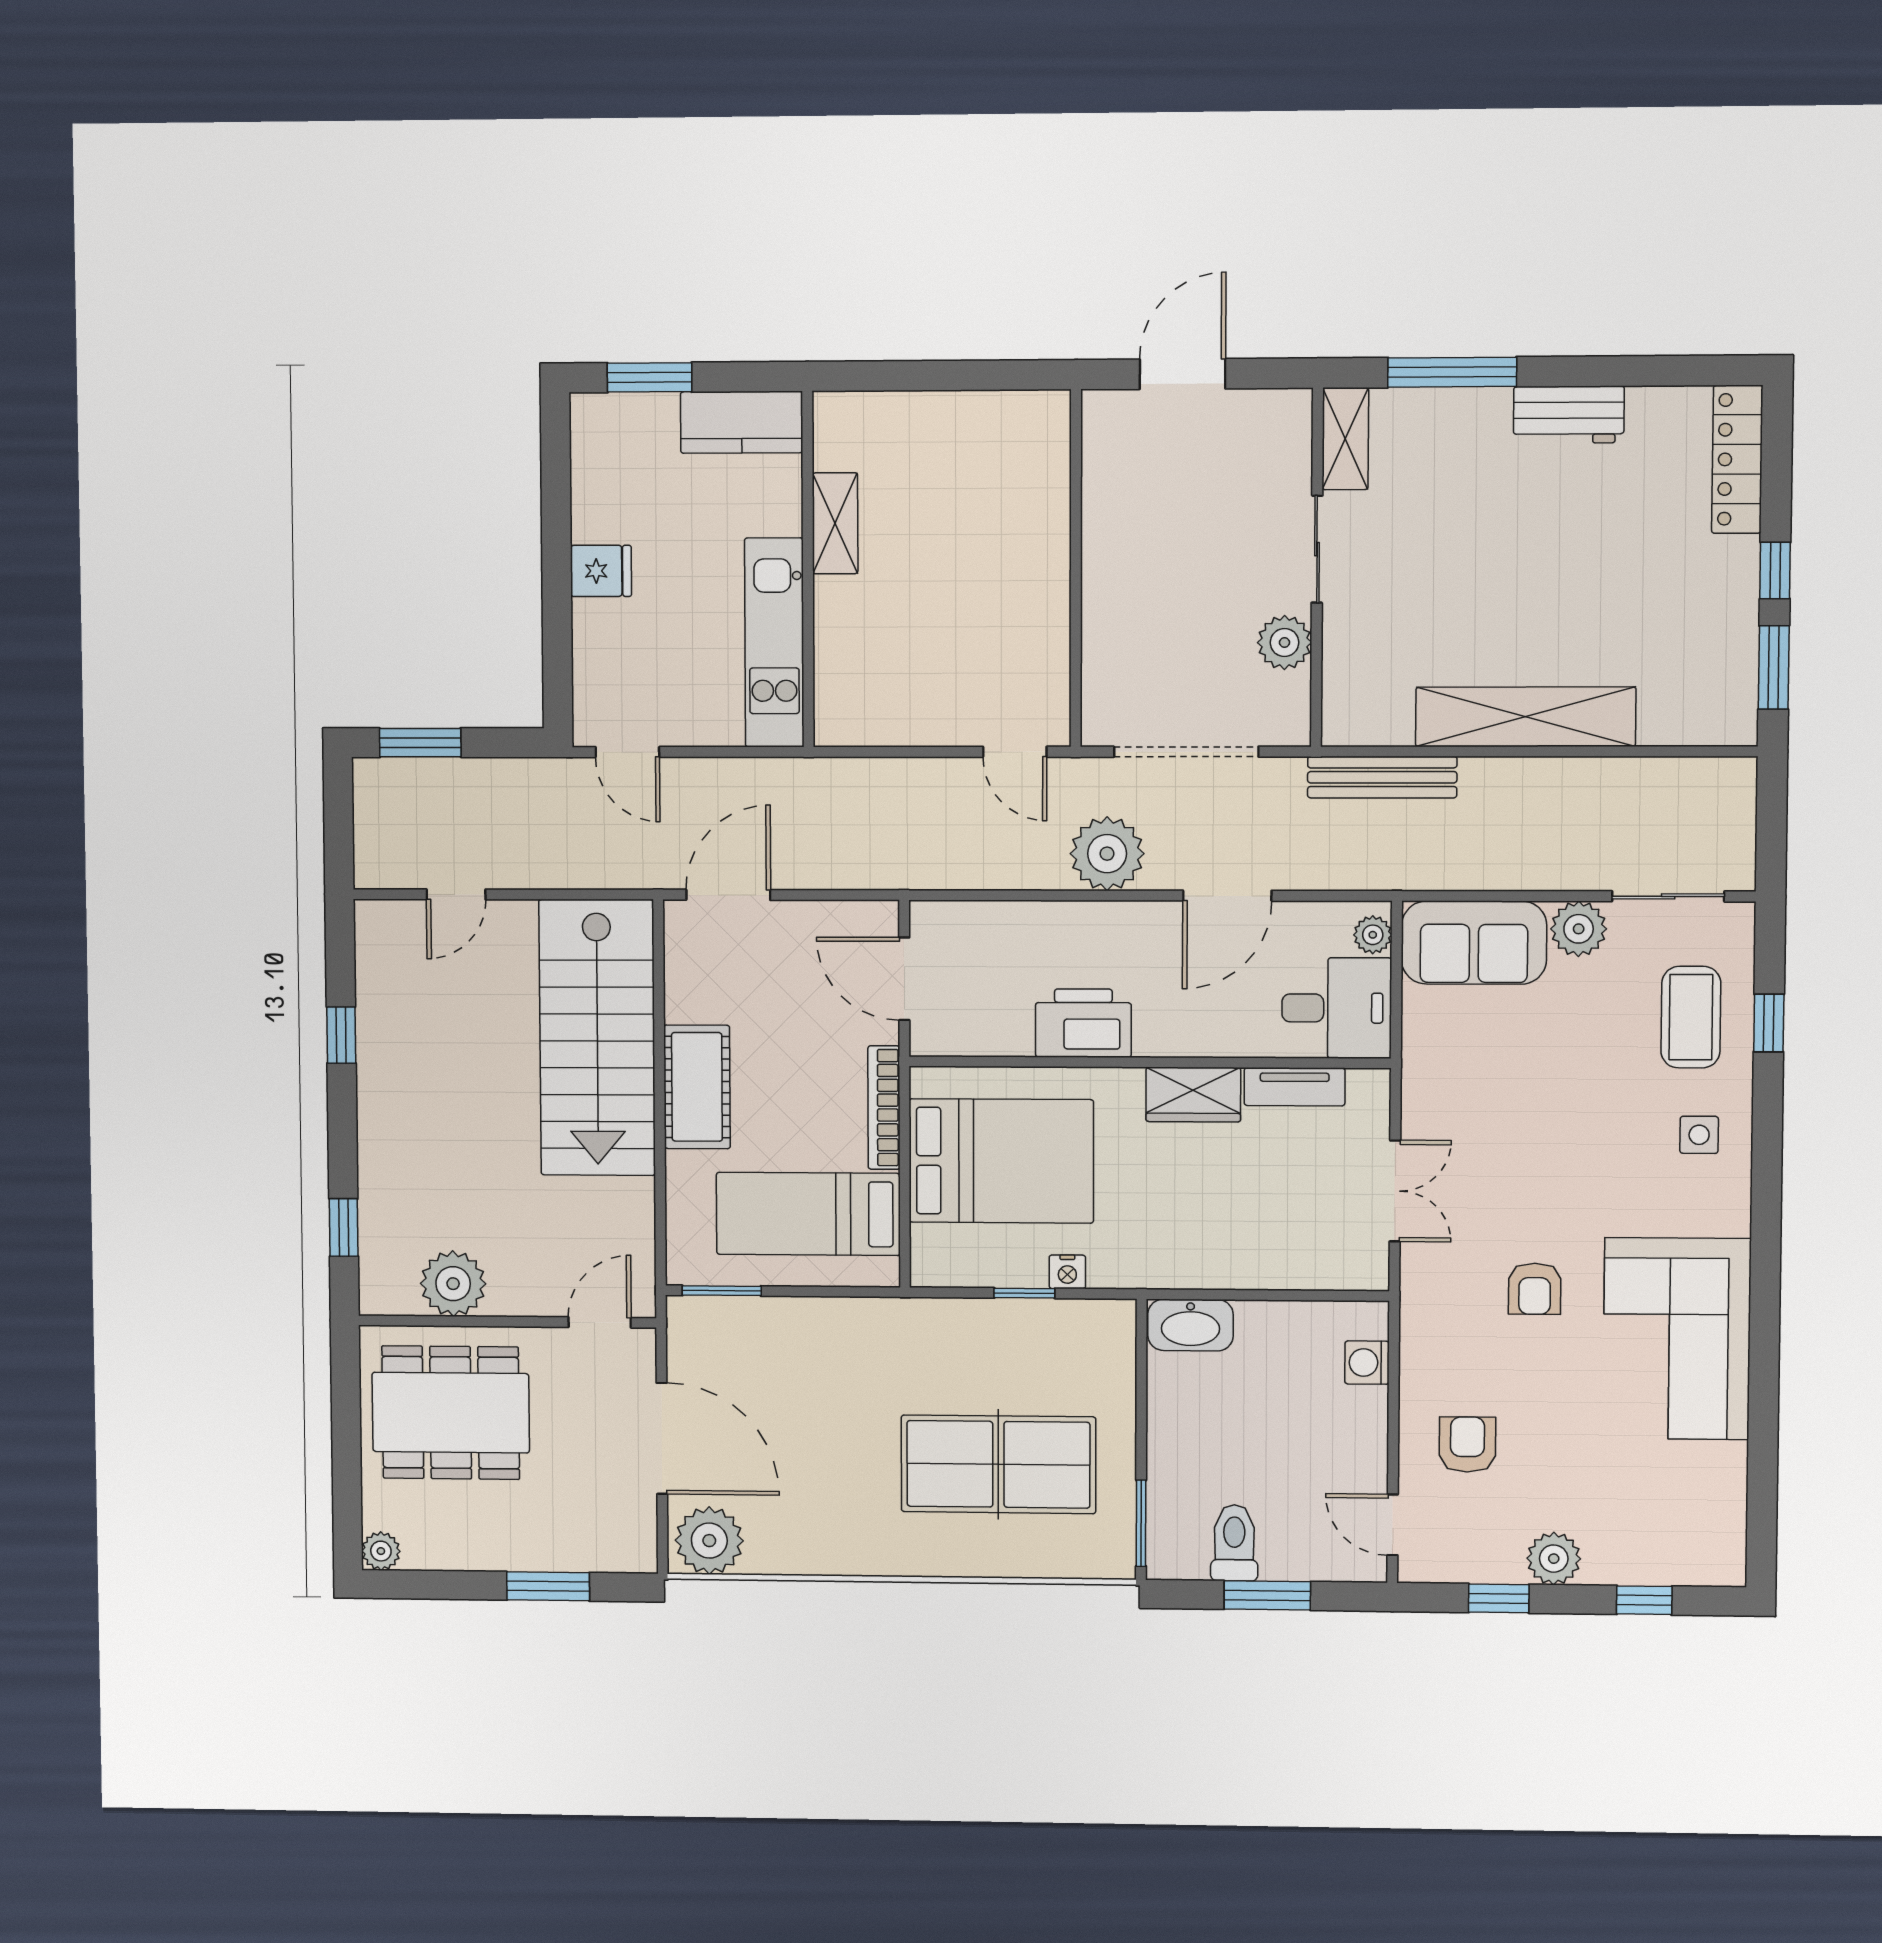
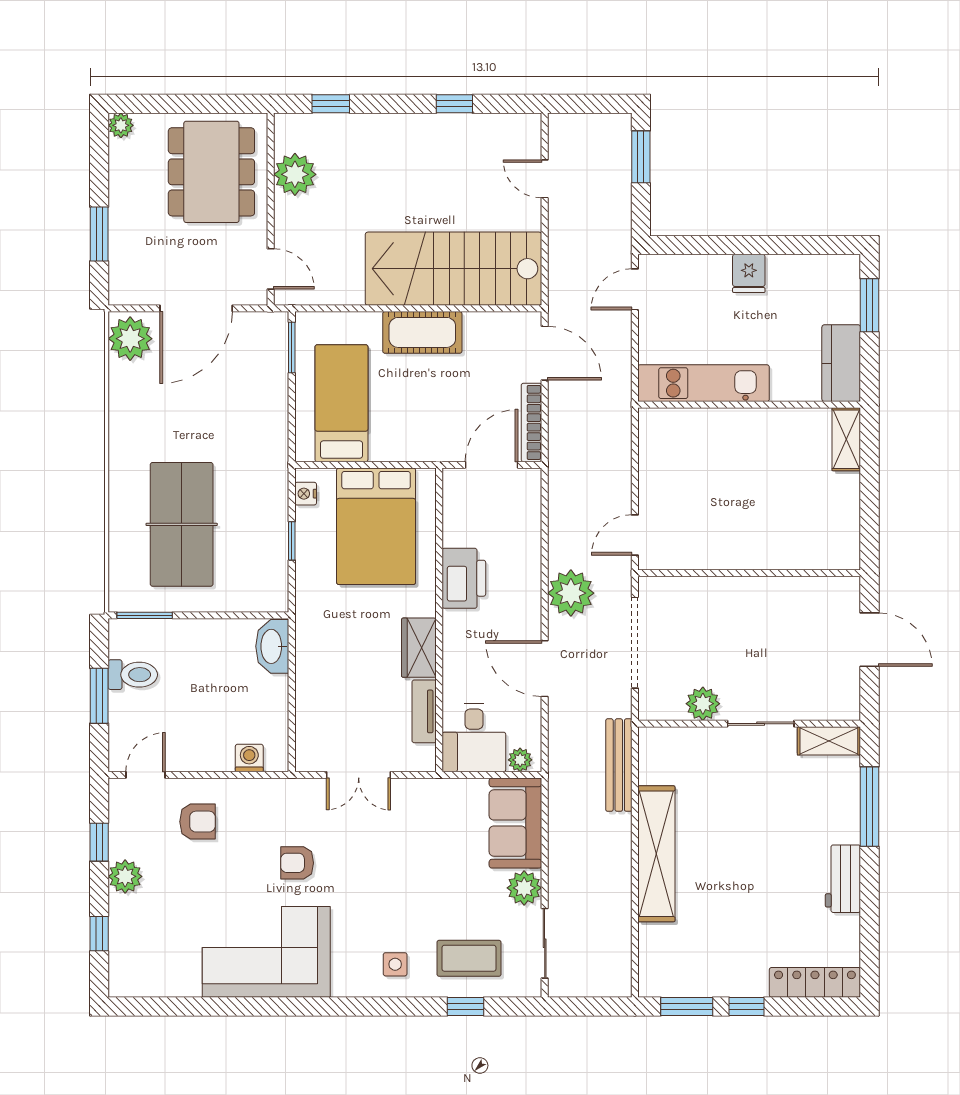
shelving: (835, 523) -> (846, 439), moved, turned 90
bookcase: (884, 1108) -> (531, 422), moved, turned -90
nightstand: (1067, 1272) -> (306, 494), moved

